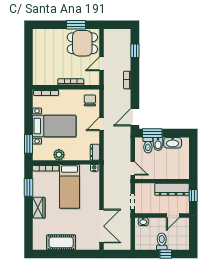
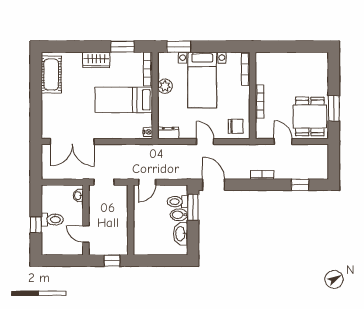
dresser: (172, 189) -> (120, 233), removed
cot: (61, 242) -> (51, 75), moved

